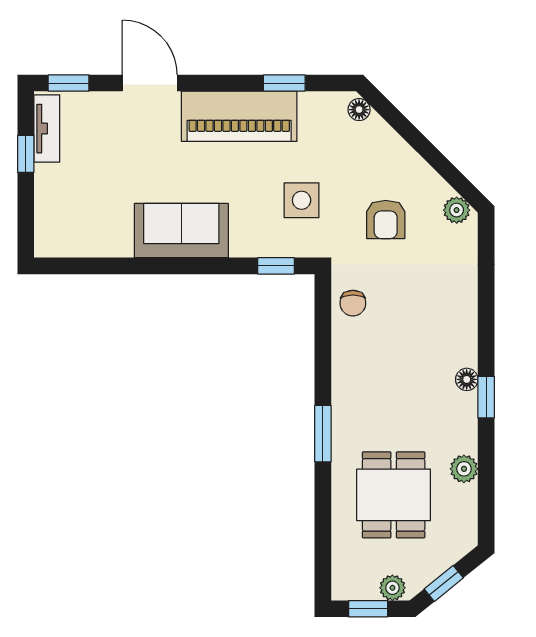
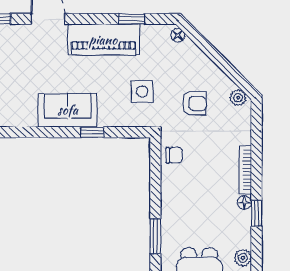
armchair: (386, 219) -> (194, 103), turned -90
window: (276, 266) -> (92, 132), moved
chair: (353, 303) -> (174, 155), turned -90
bookcase: (468, 327) -> (245, 170), added

